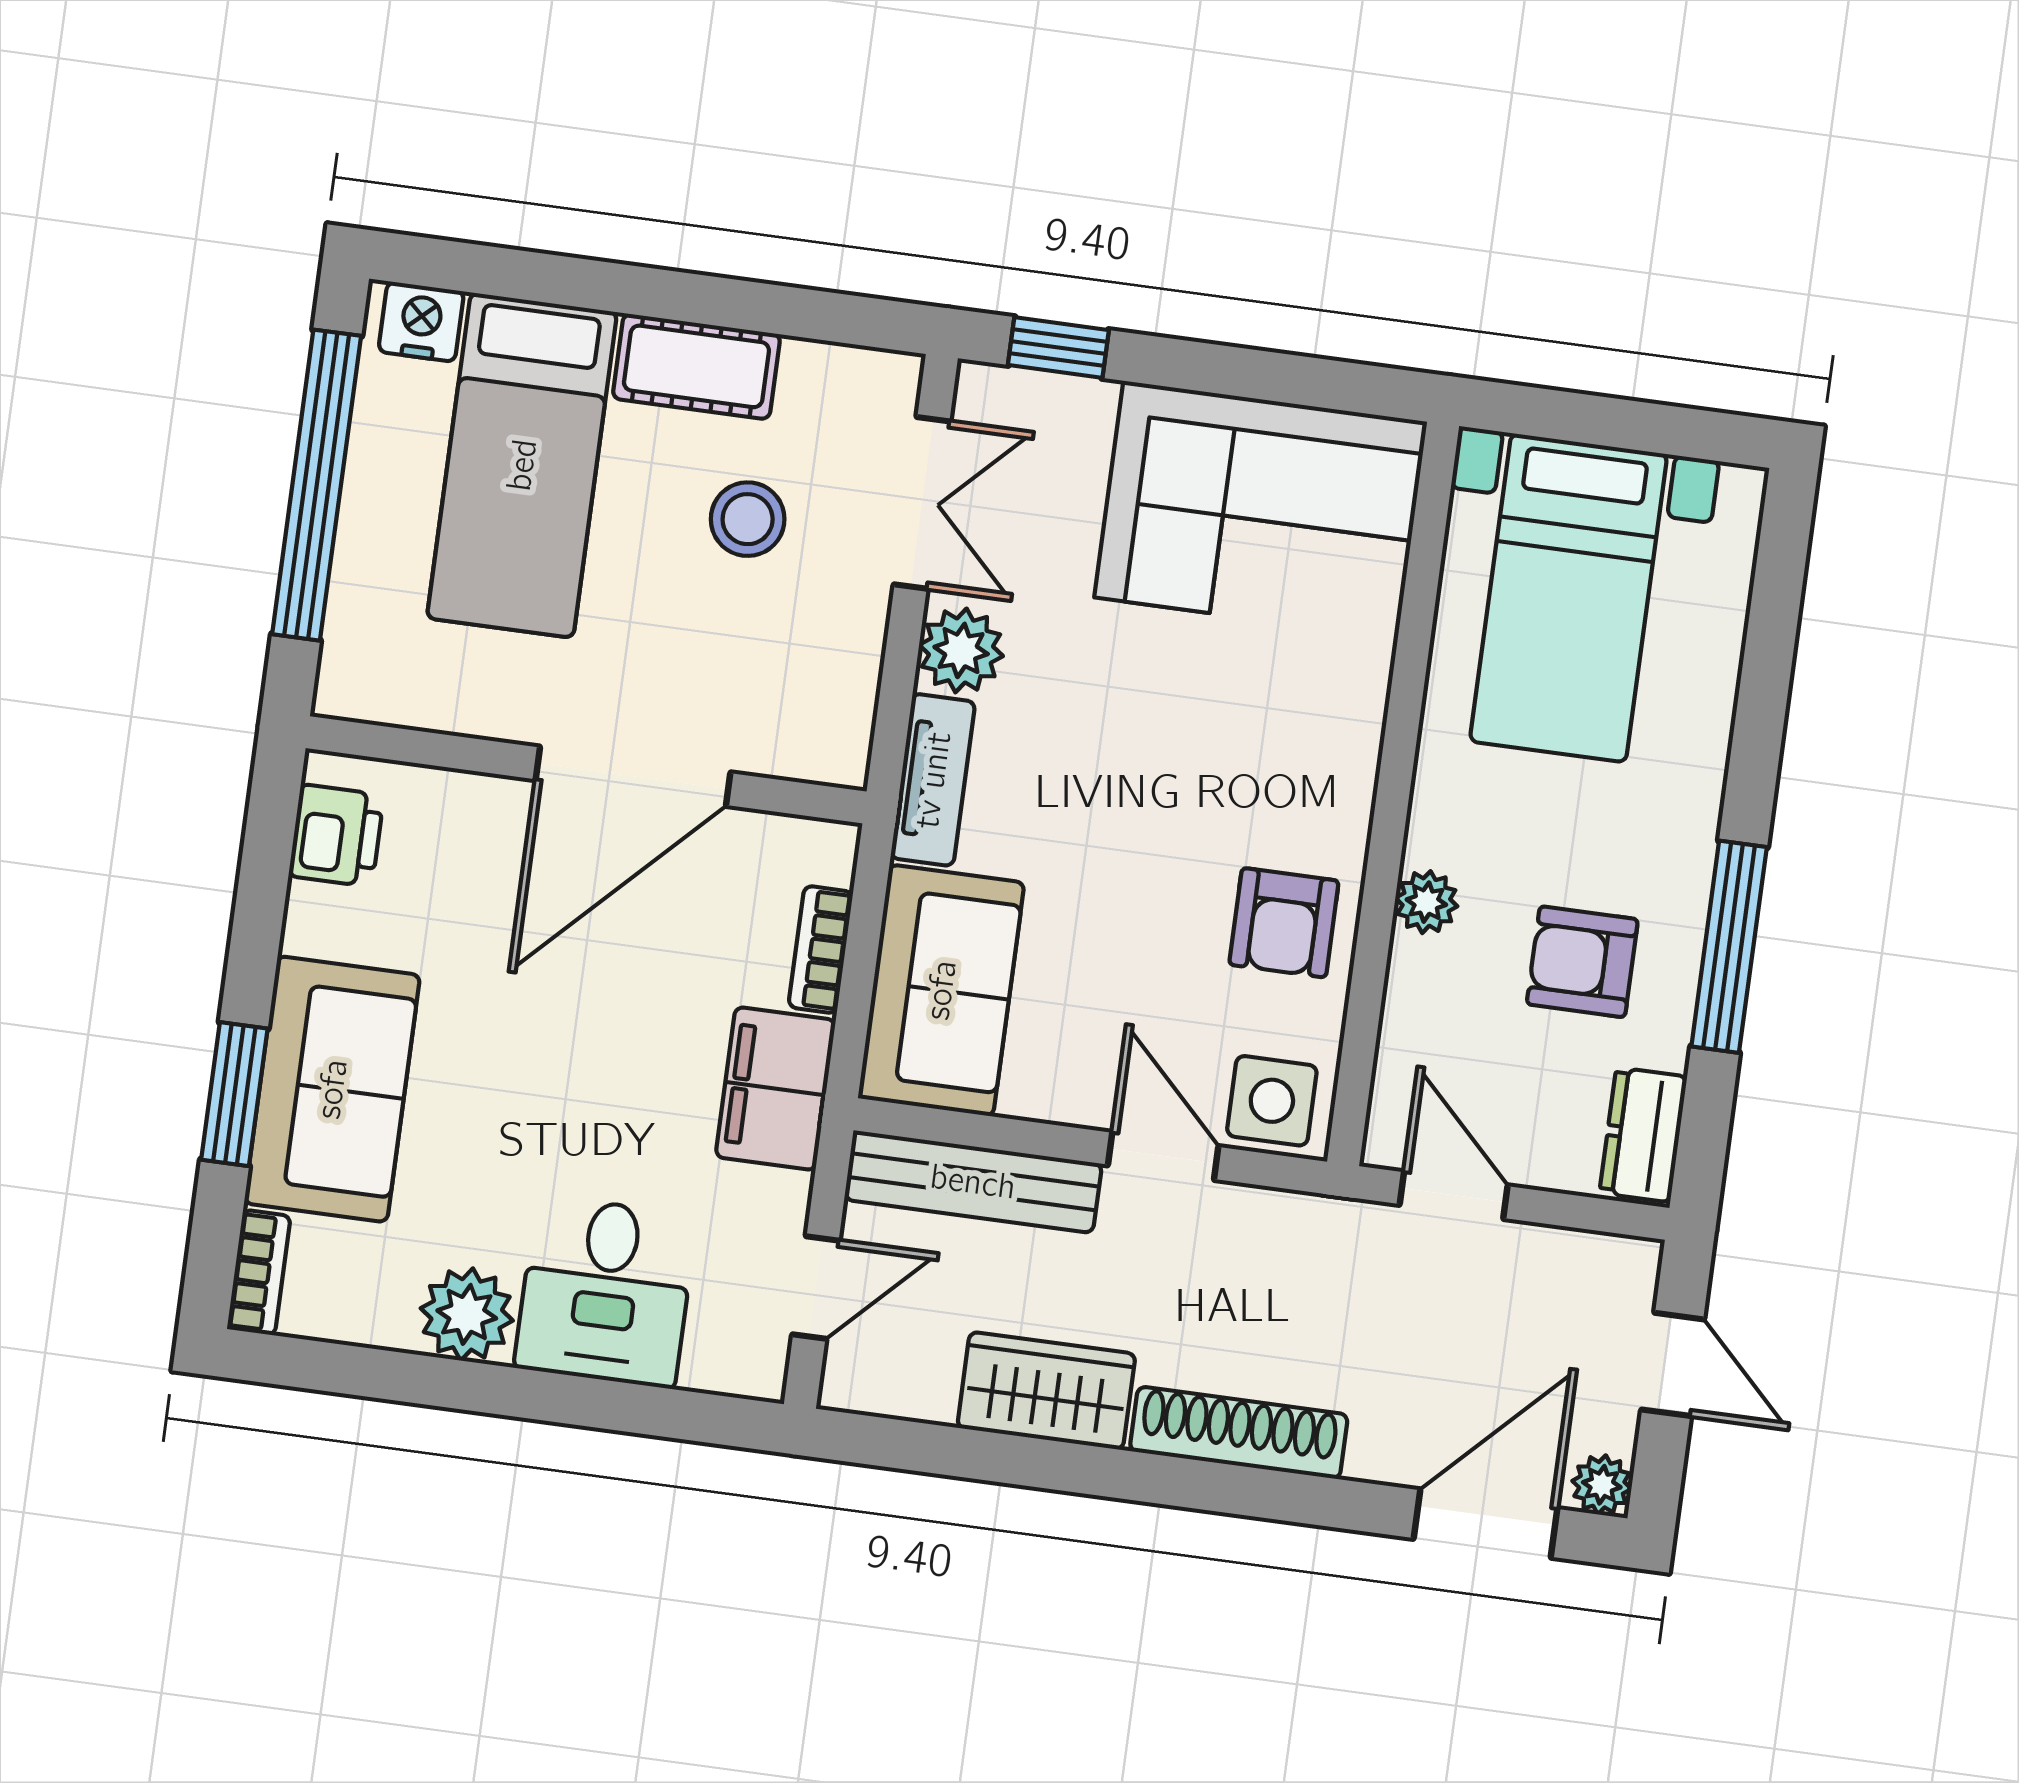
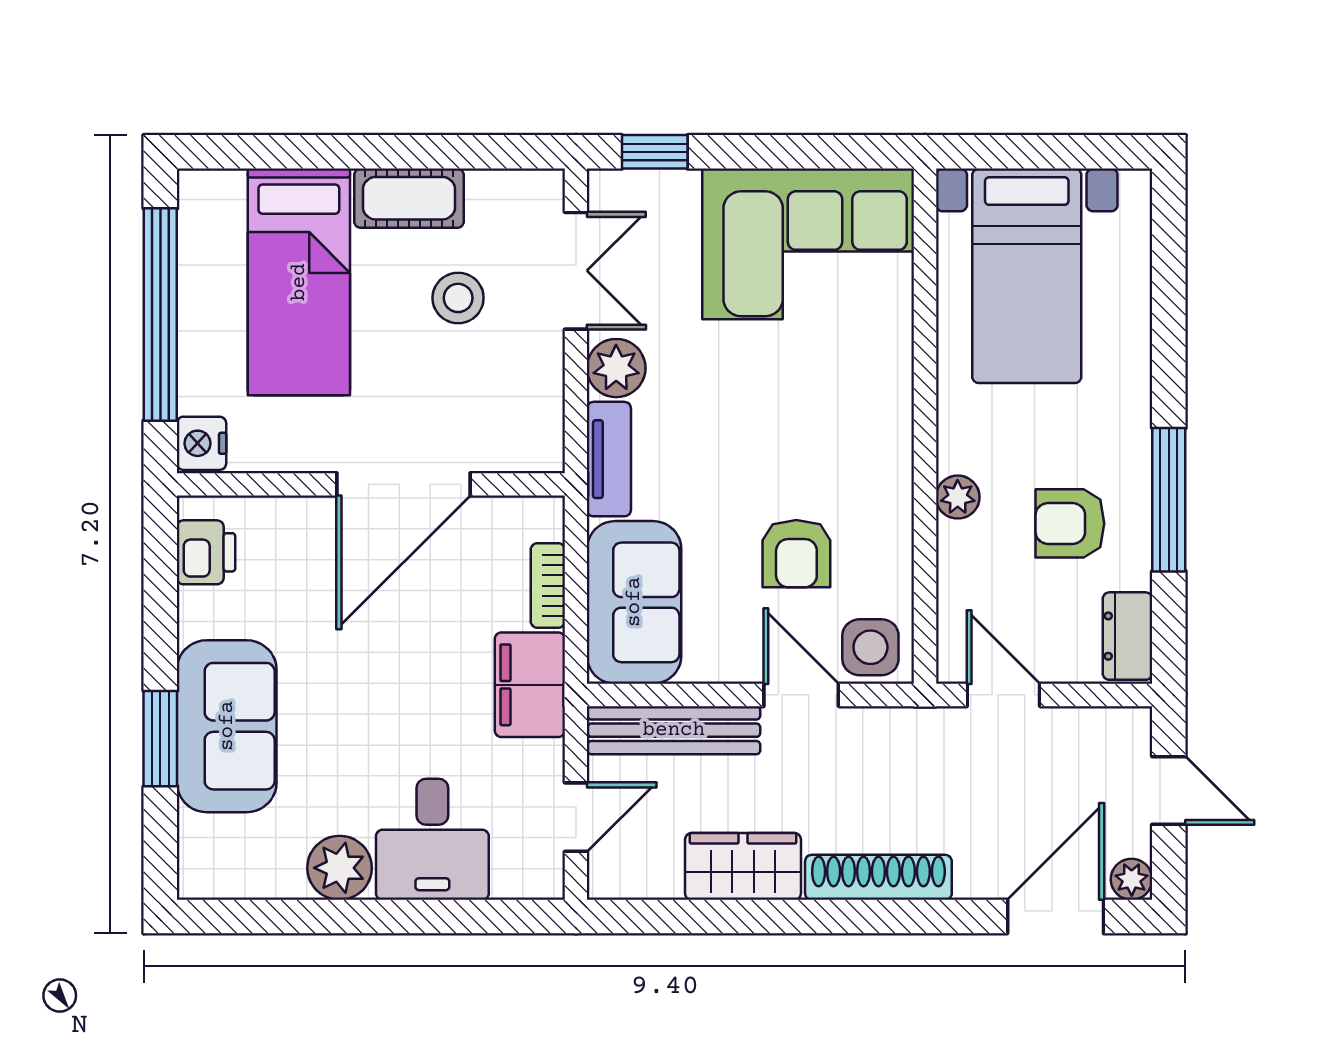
nightstand: (421, 322) -> (201, 443), moved, turned -90
armchair: (1284, 923) -> (796, 554), moved
bookcase: (259, 1273) -> (194, 858), removed

